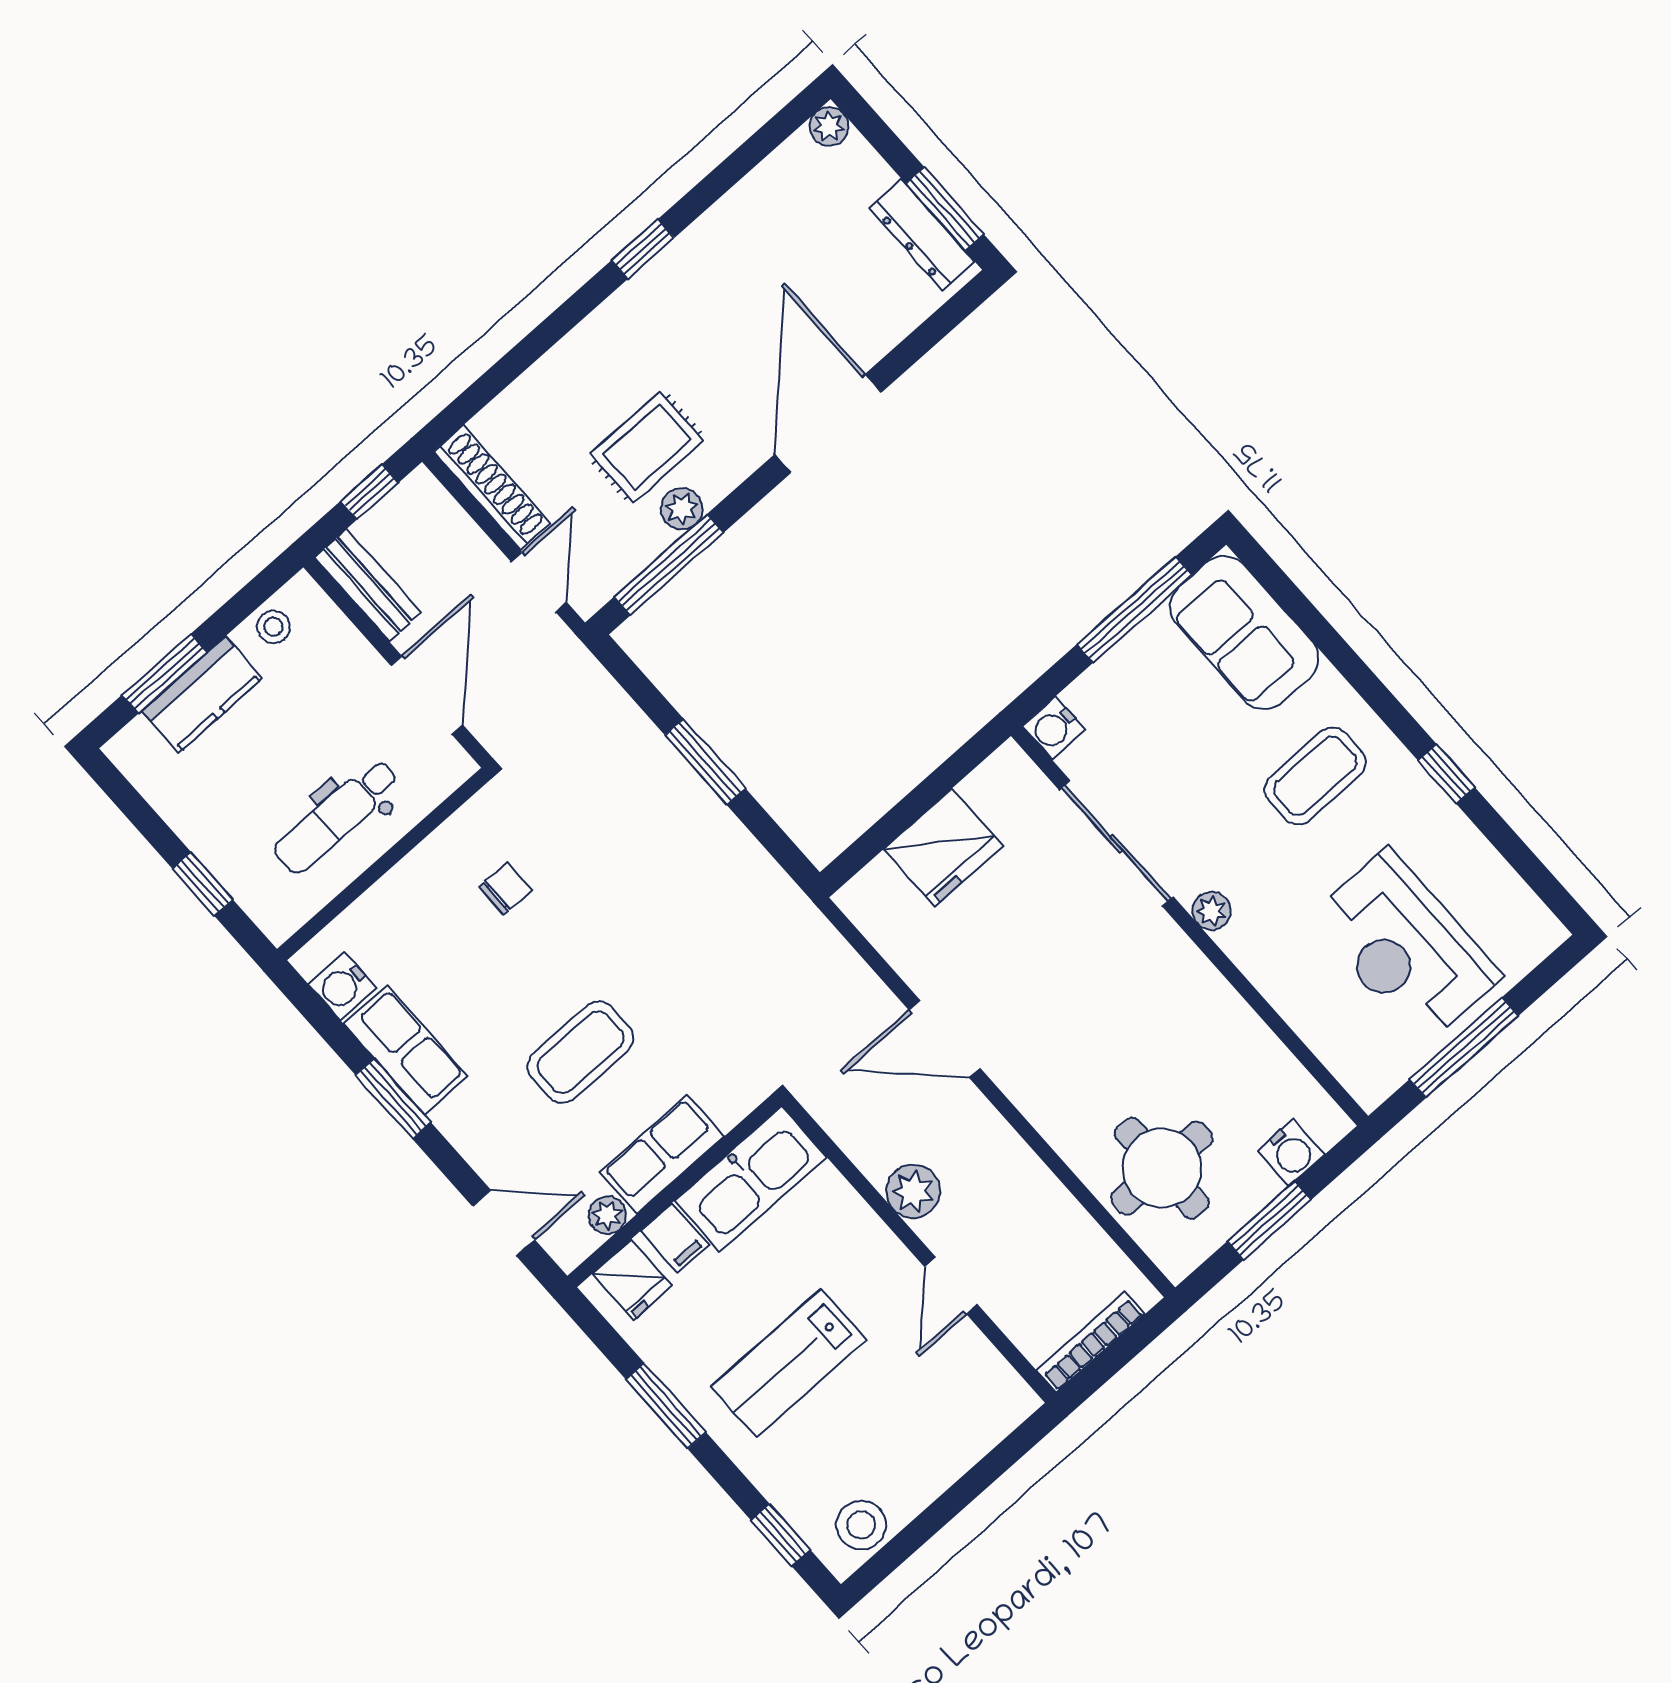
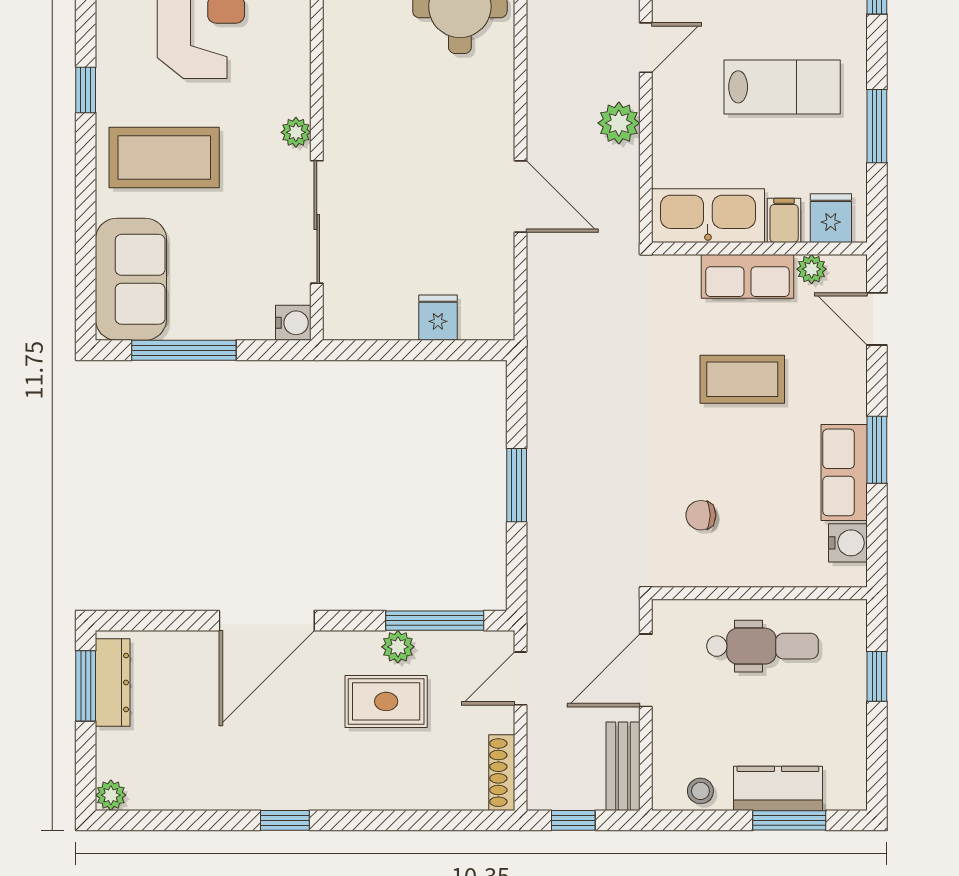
shoe rack: (492, 487) -> (502, 773), width x0.74, depth x0.81
coffee table: (1315, 776) -> (164, 157), width x1.36, depth x1.32
fridge: (943, 848) -> (438, 318), width x0.53, depth x0.75

